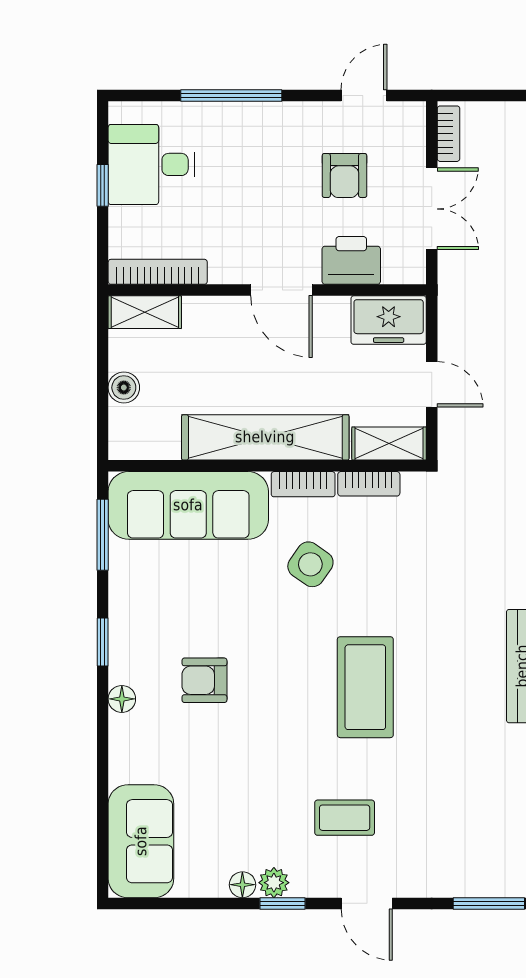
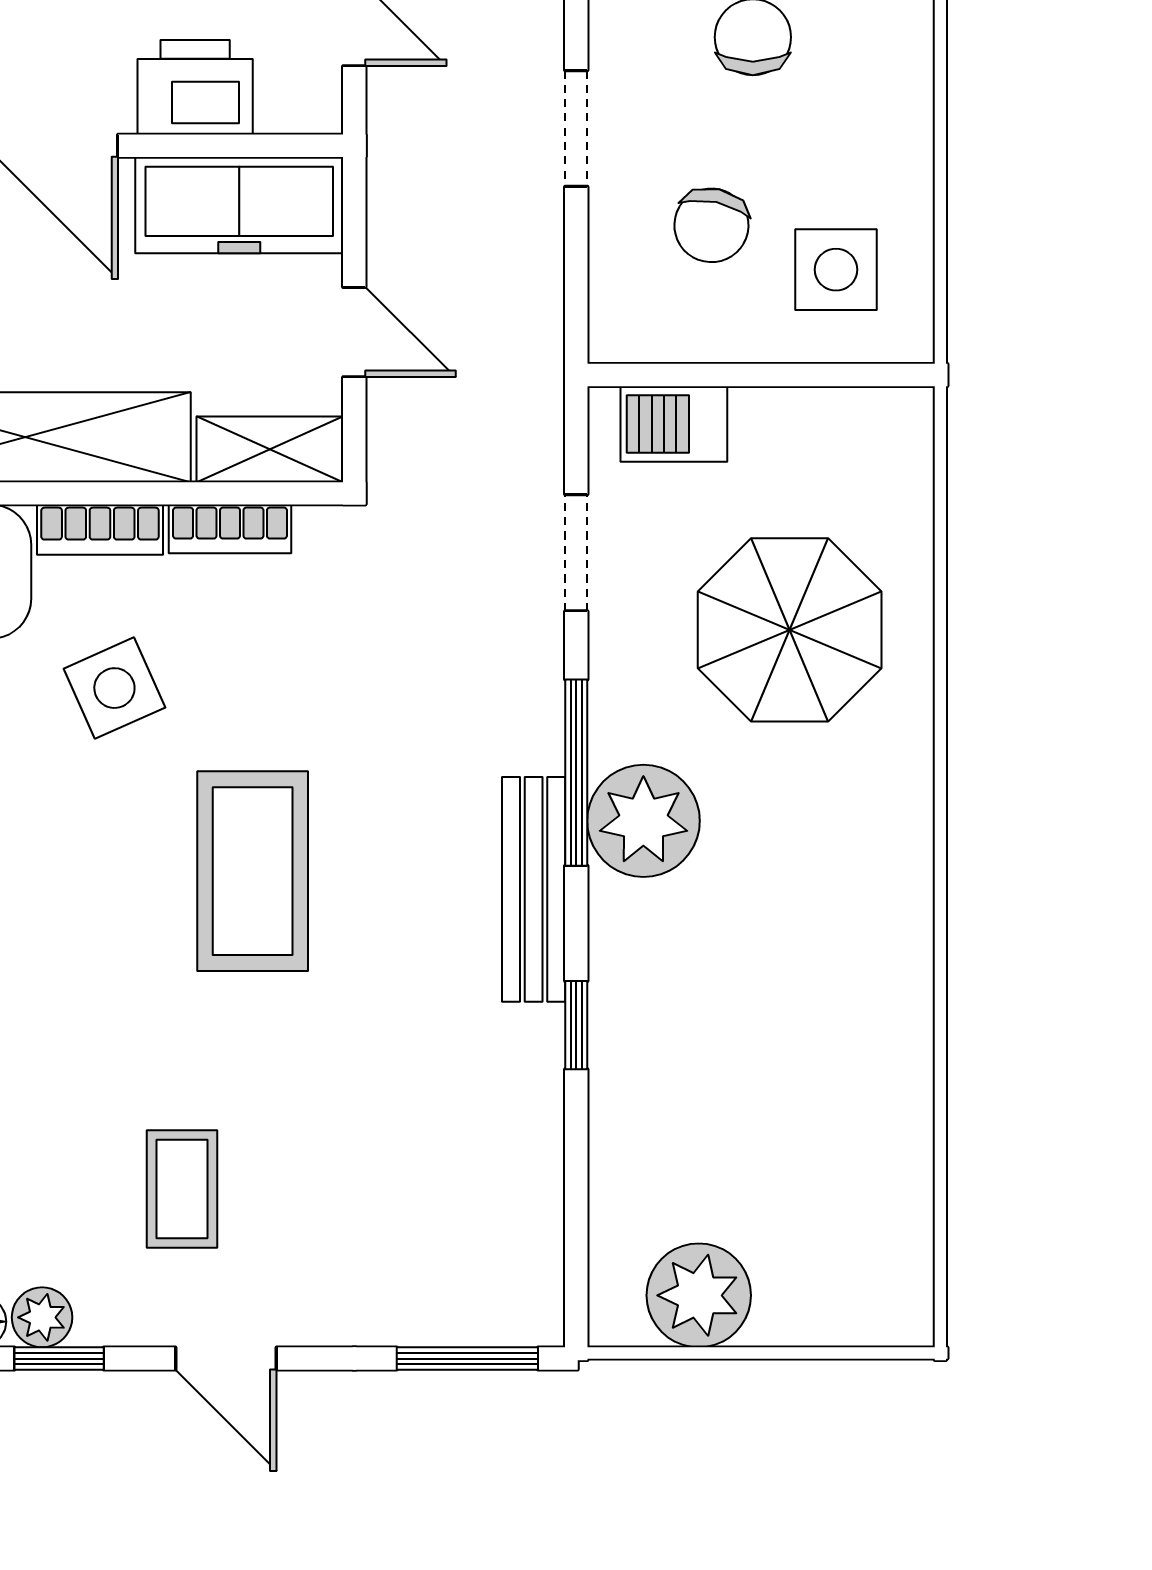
freezer: (389, 320) -> (239, 205), width x1.40
side table: (310, 564) -> (114, 688), turned 31
coffee table: (365, 687) -> (253, 871), moved
coffee table: (345, 818) -> (182, 1189), turned 90

